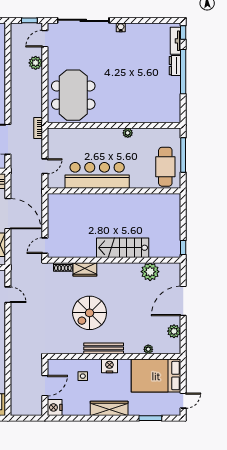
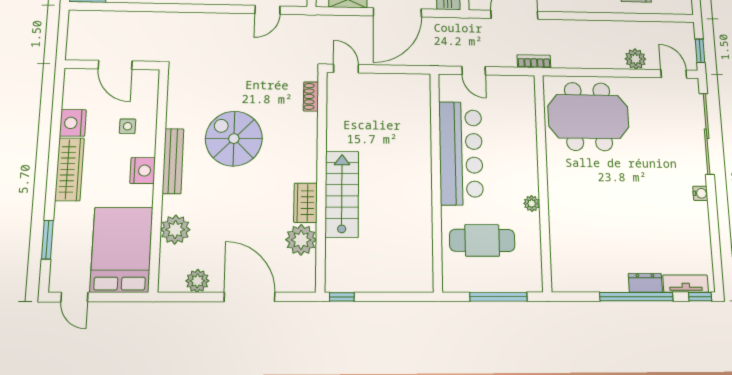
cafe table: (165, 167) -> (482, 240), moved
wardrobe: (85, 269) -> (306, 203), moved
plant: (148, 349) -> (175, 230), width x1.88, depth x1.88
nightstand: (55, 407) -> (73, 123), moved, turned -90

